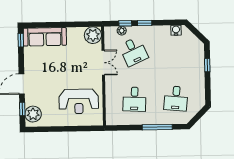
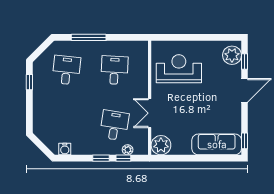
desk: (134, 51) -> (114, 125), turned 33
window: (207, 65) -> (29, 82), moved

